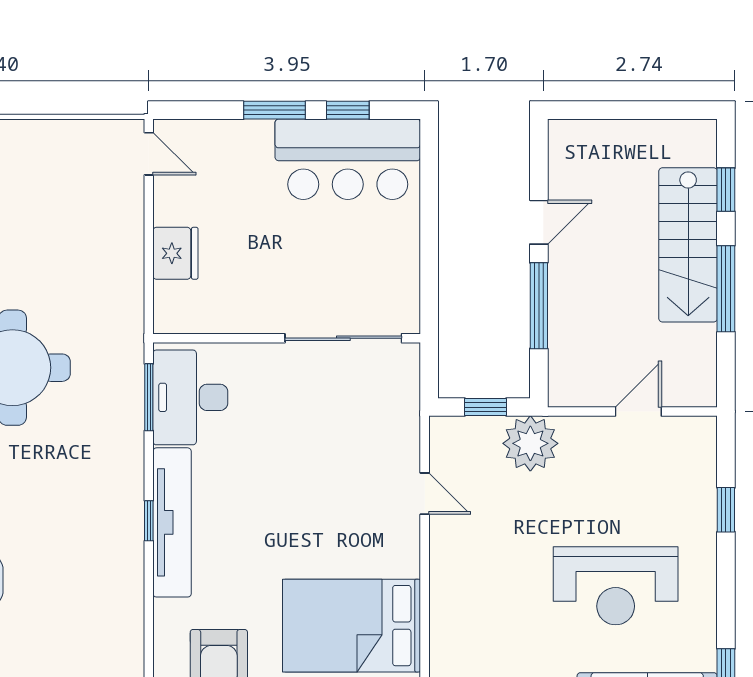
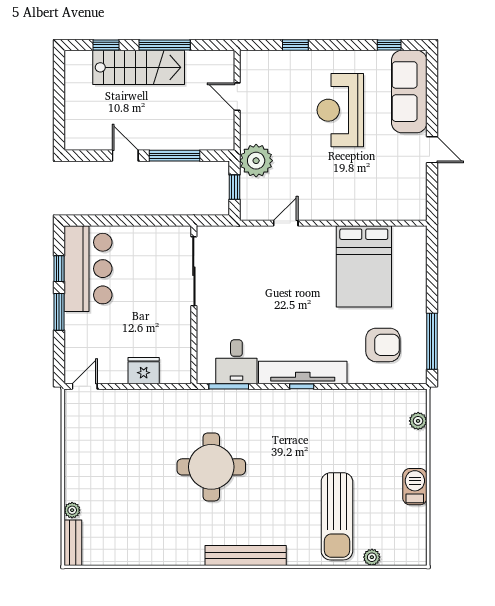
desk: (190, 397) -> (236, 362), width x0.73
reception desk: (616, 586) -> (340, 110), turned 180

